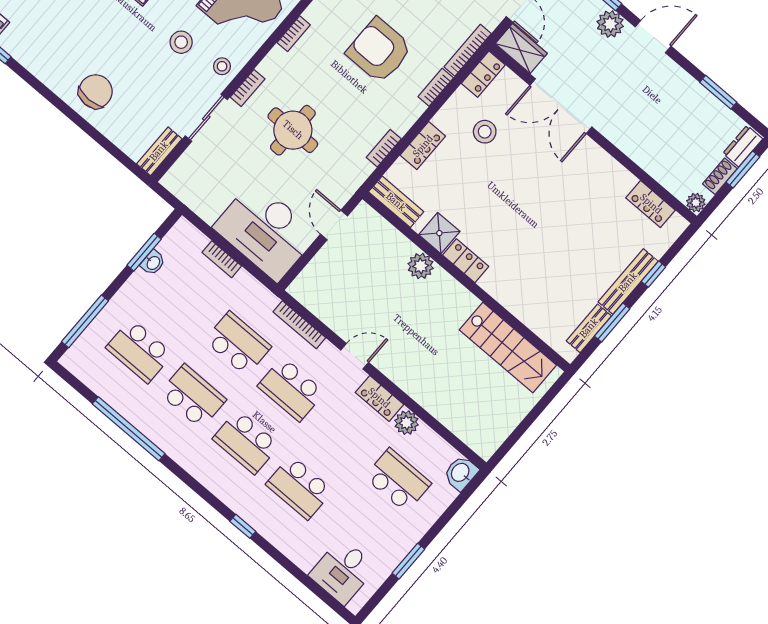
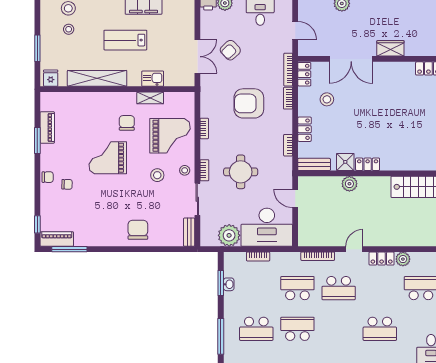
wardrobe: (521, 48) -> (390, 48), moved
plant: (208, 200) -> (229, 235), added
school desk: (246, 442) -> (339, 329), removed

